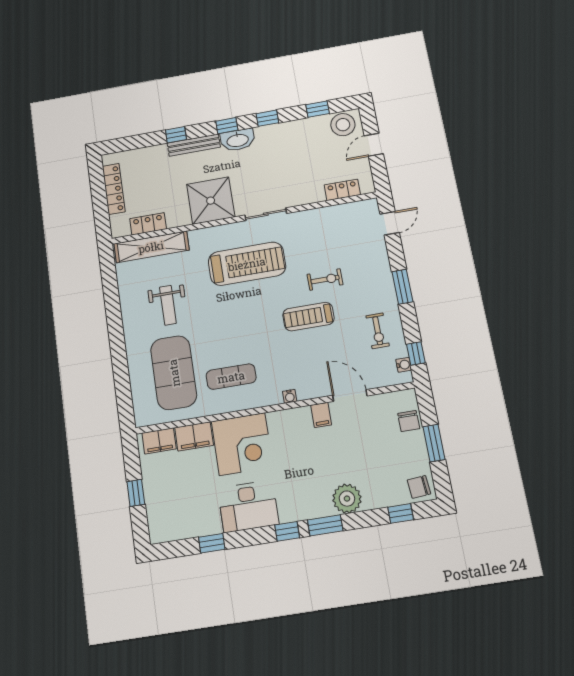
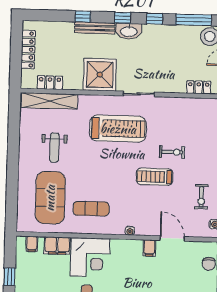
window: (318, 109) -> (194, 20), width x2.17
filing cabinet: (159, 441) -> (32, 244), width x0.50

